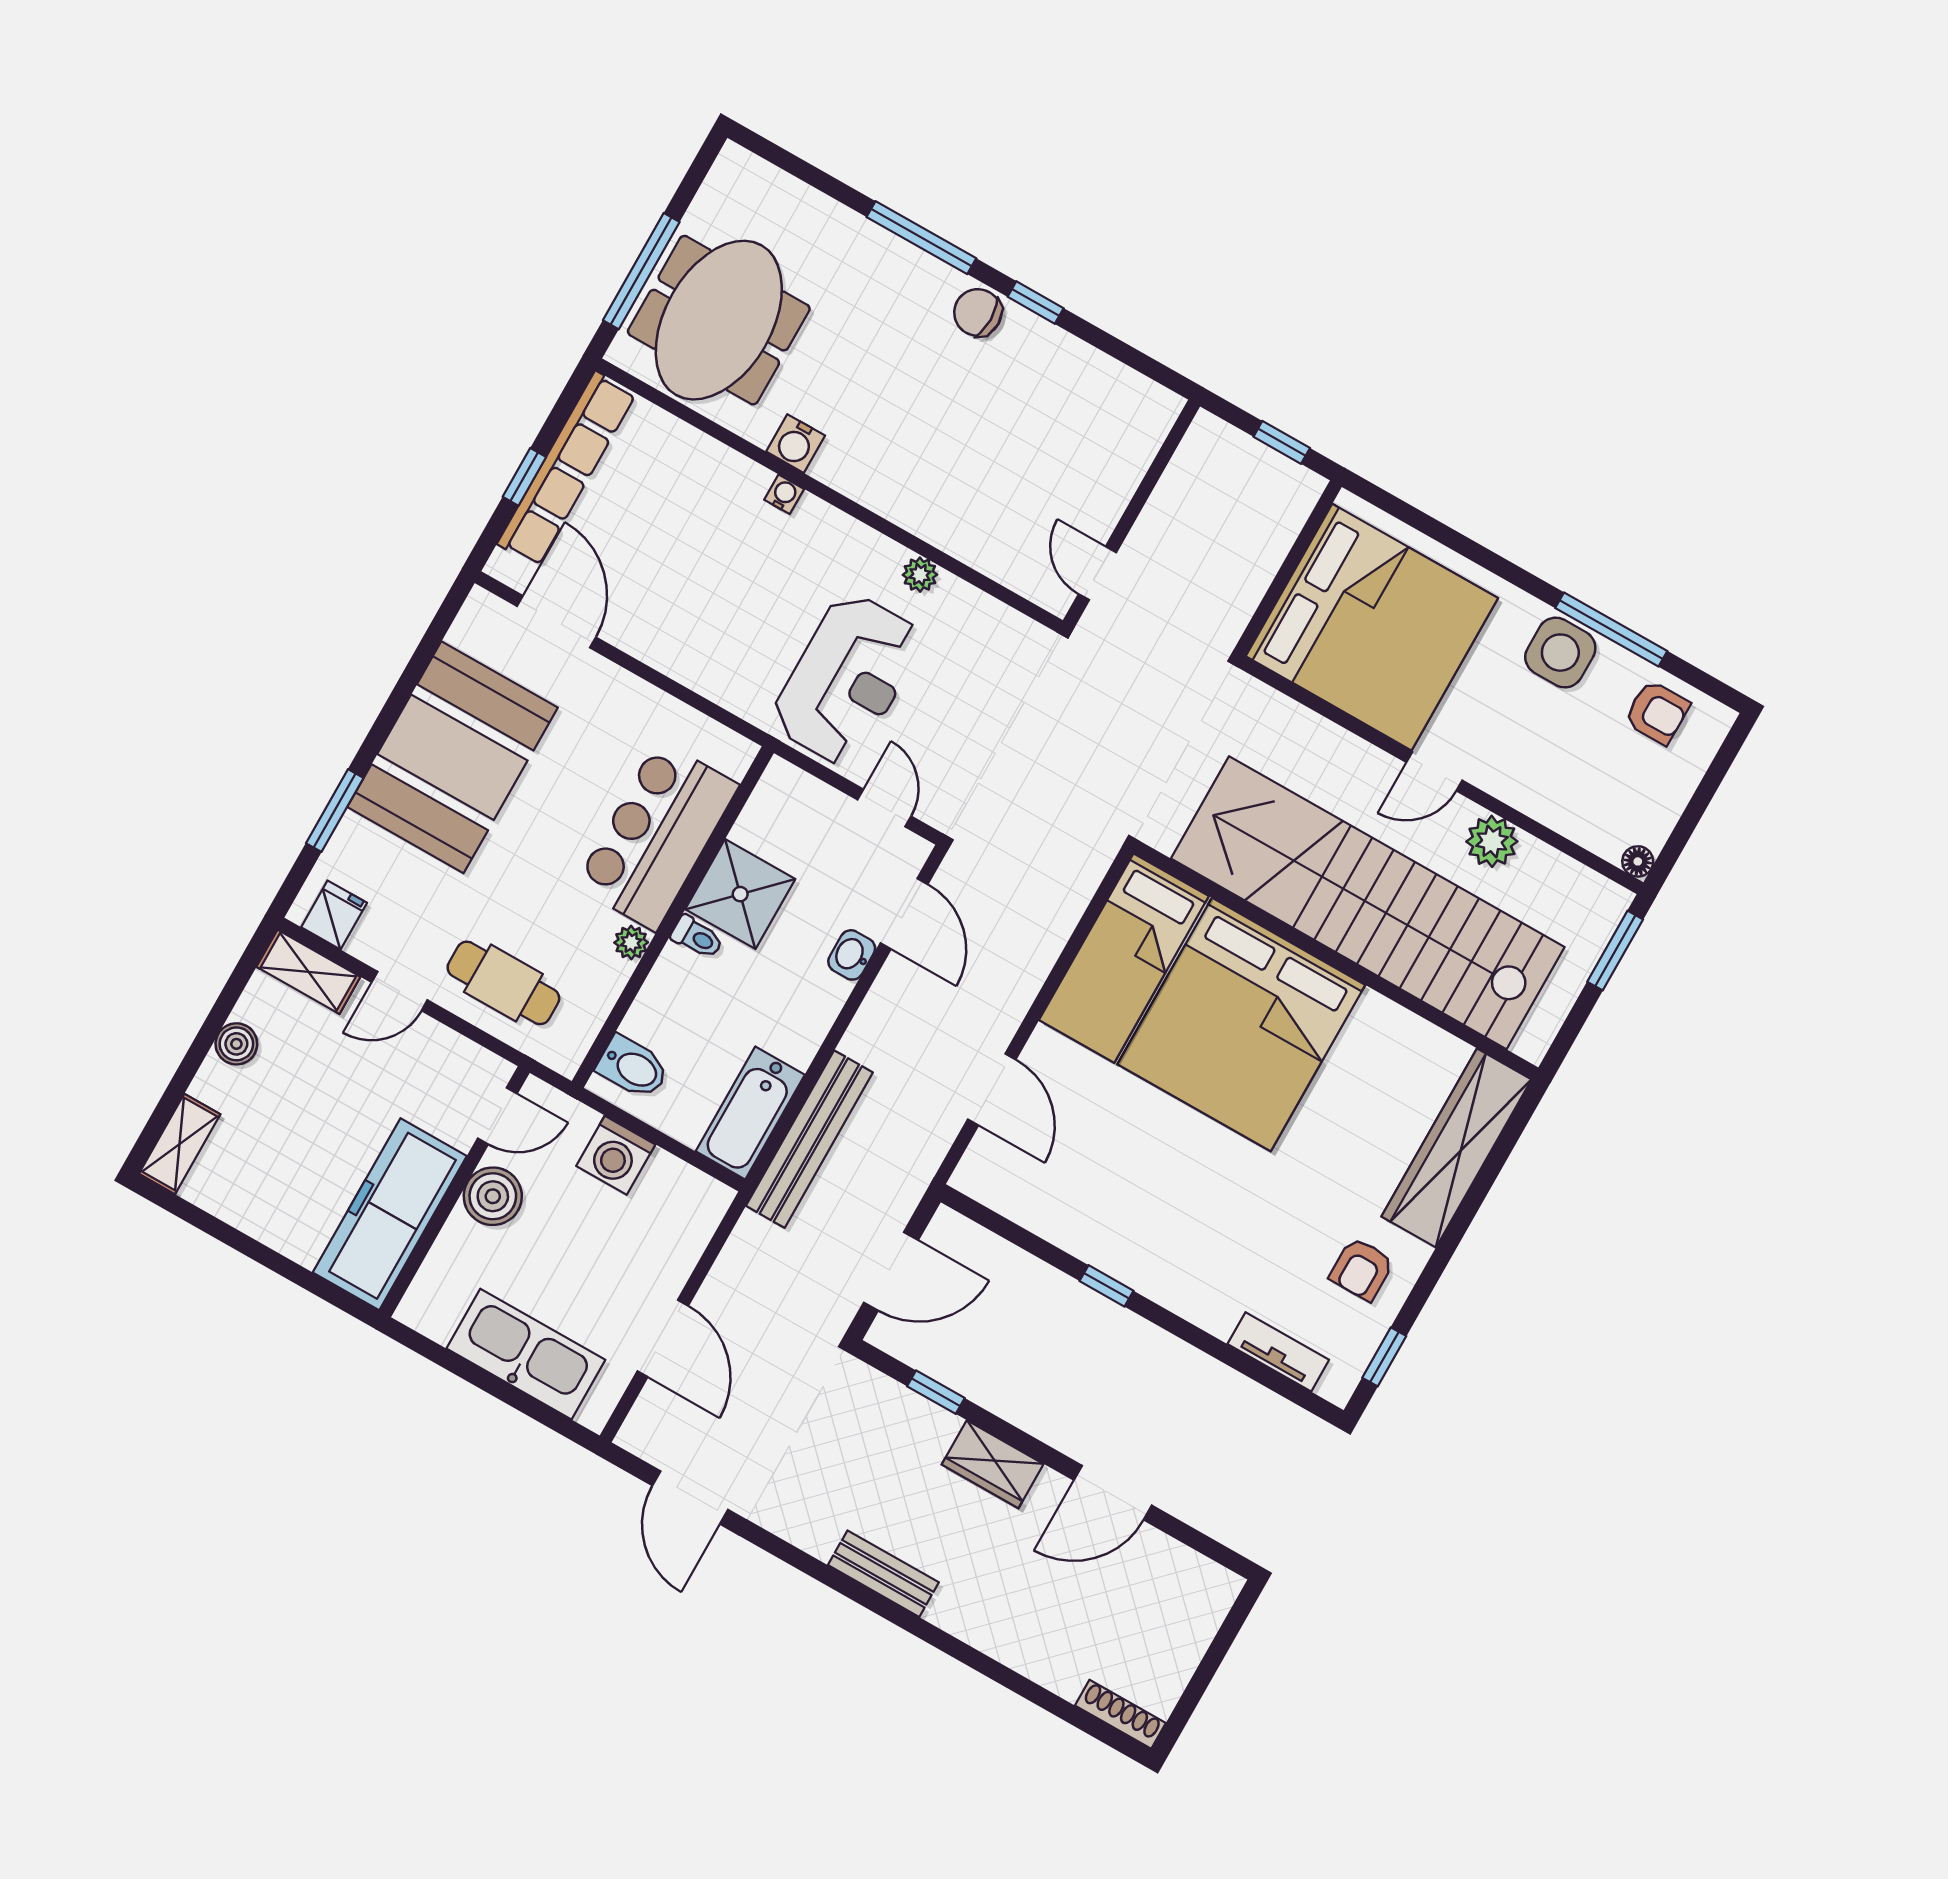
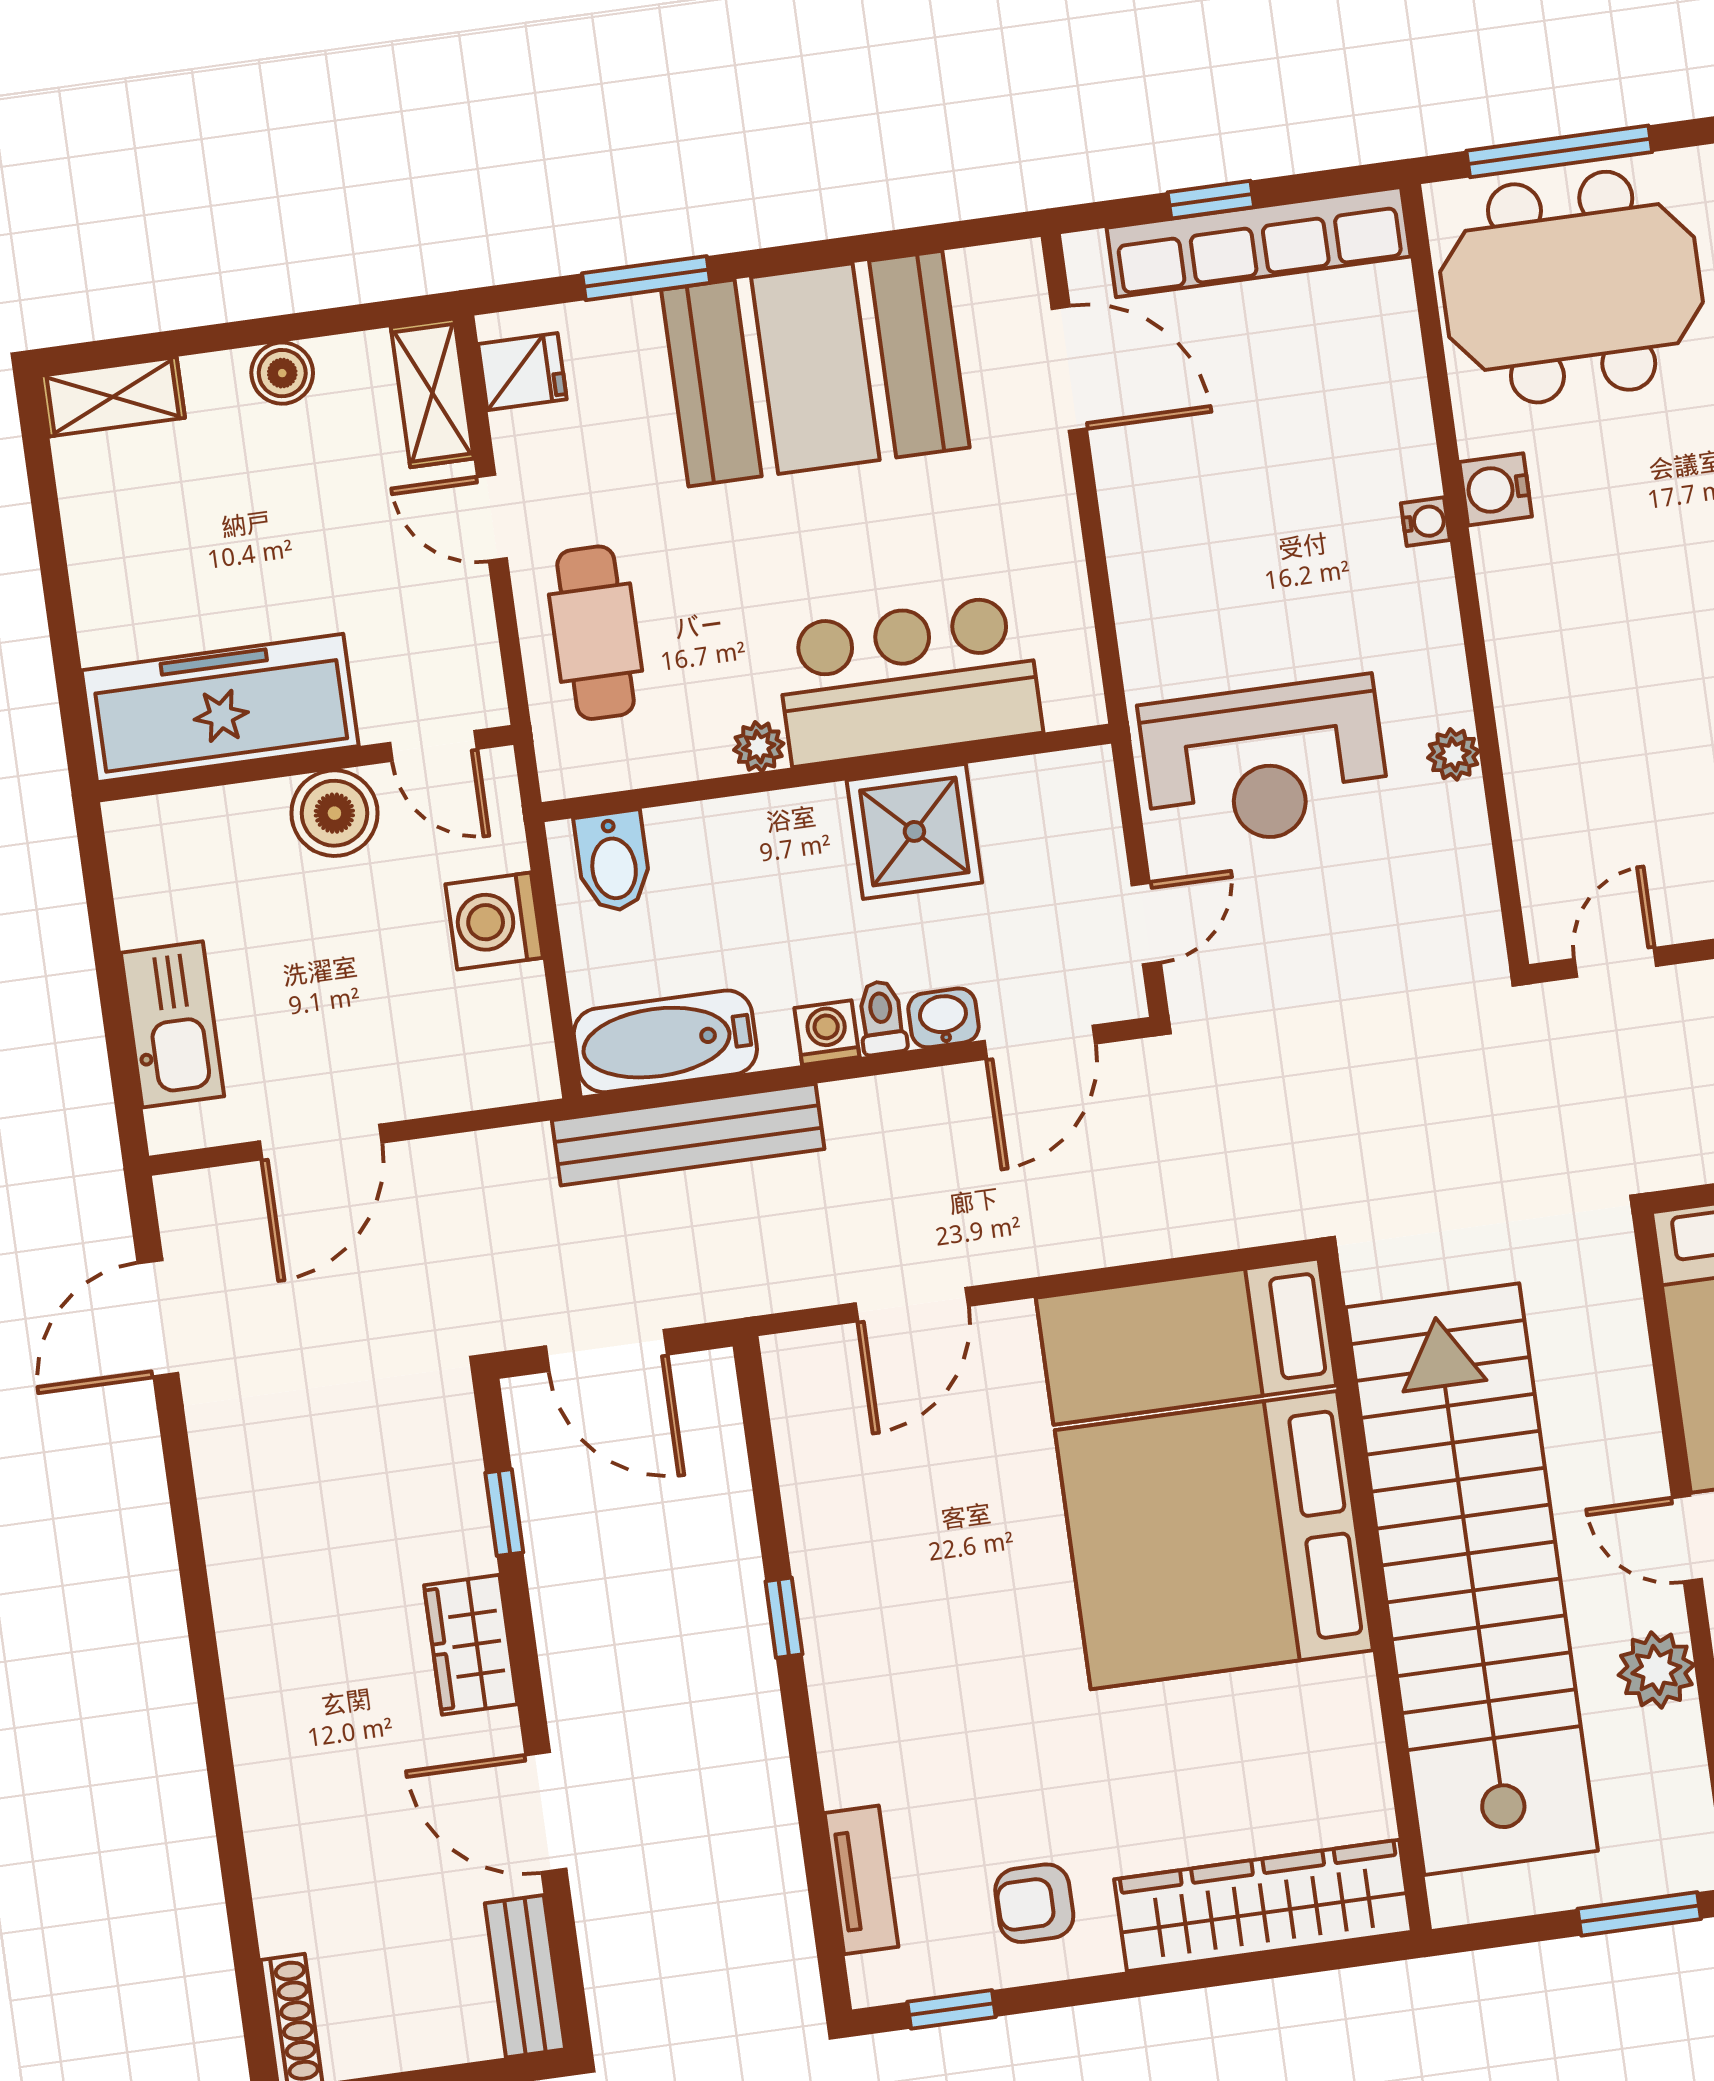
door: (556, 622) -> (1069, 369), hinge flipped
toilet: (697, 937) -> (882, 1018), moved, turned 180
washing machine: (812, 1023) -> (827, 1033), added
kitchen sink: (526, 1354) -> (172, 1024), width x0.73, depth x0.81
bench: (883, 1574) -> (525, 1976), moved

